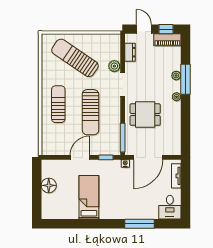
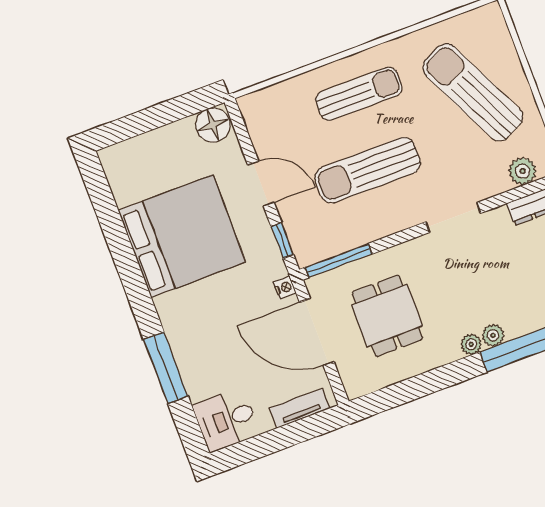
sun lounger: (75, 58) -> (473, 92), turned -60
plant: (114, 66) -> (523, 171), moved
plant: (176, 76) -> (493, 335), moved
dining table: (145, 115) -> (387, 316), moved
floor lamp: (49, 185) -> (213, 125), moved
bed: (89, 197) -> (182, 236), width x2.04

